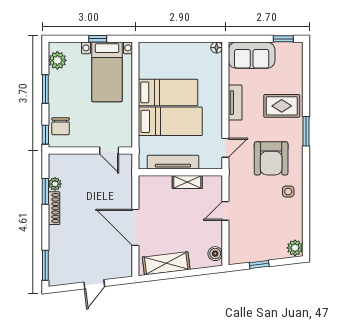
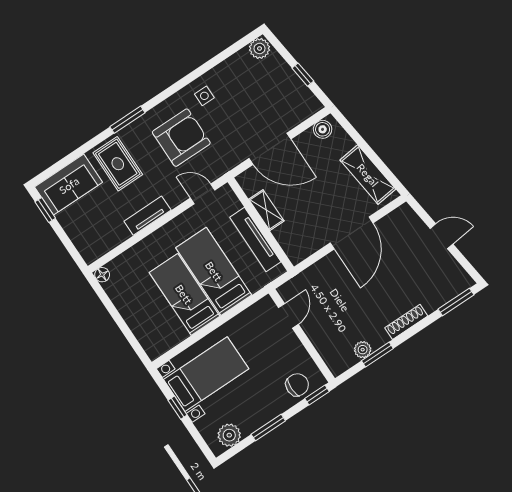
sofa: (252, 55) -> (69, 185), moved, turned 90
shoe rack: (54, 208) -> (406, 322), moved
door: (225, 211) -> (270, 149), width x1.88

